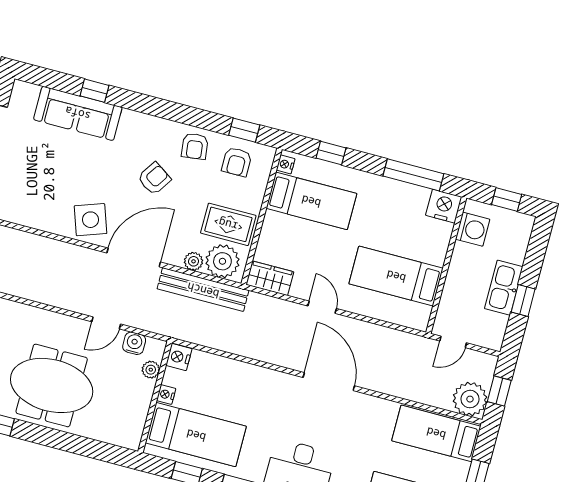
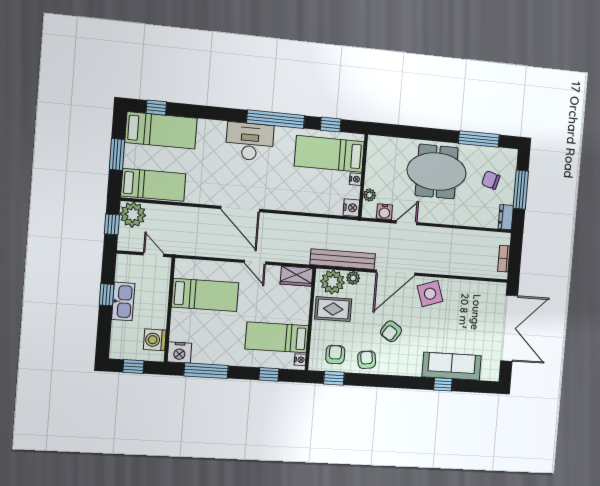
door: (453, 342) -> (154, 255), hinge flipped

